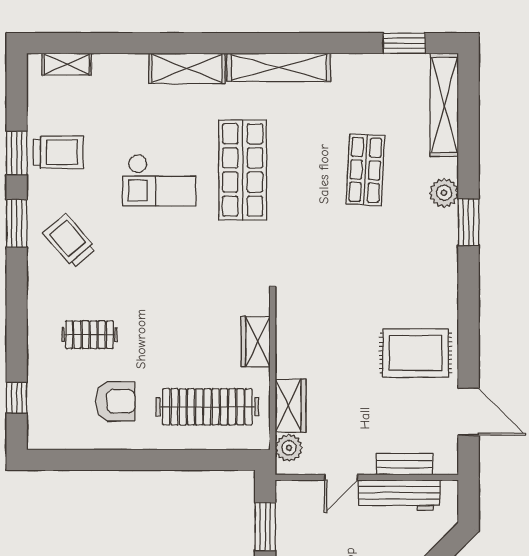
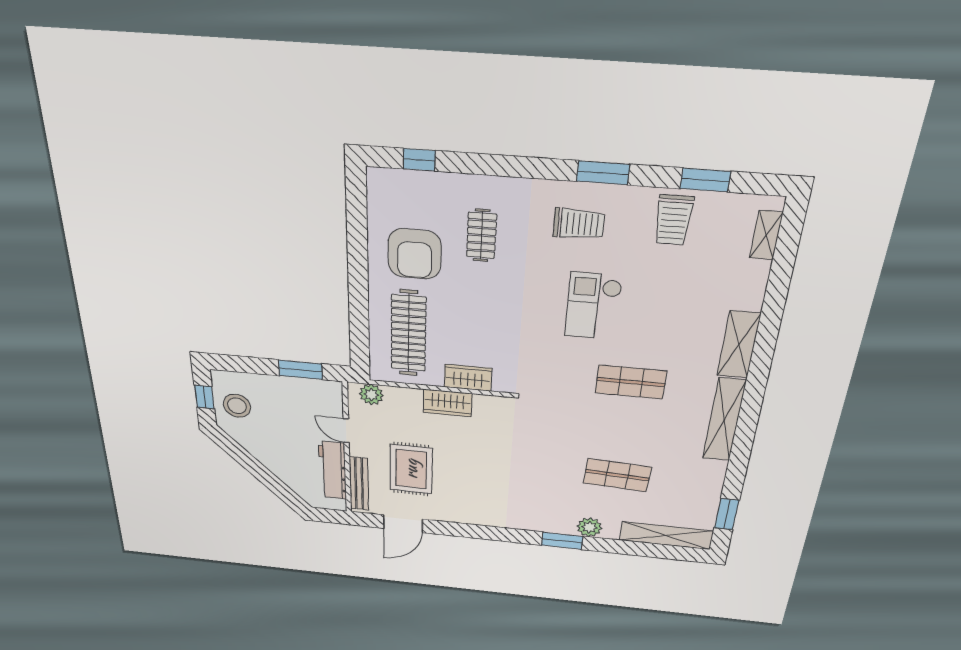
window: (17, 153) -> (705, 180), moved
shop shelf: (243, 170) -> (631, 382), width x0.70, depth x0.74
checkout: (159, 180) -> (593, 306), moved
trolley: (70, 241) -> (579, 224), turned 41
rug: (416, 353) -> (411, 469), moved
armchair: (115, 401) -> (415, 254), width x1.36, depth x1.36
wardrobe: (291, 406) -> (448, 403), moved
bench: (405, 464) -> (359, 484), width x1.36

